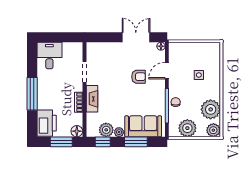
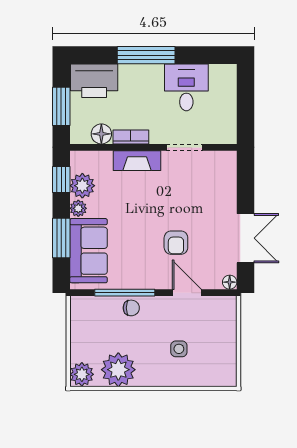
desk: (49, 56) -> (186, 87), moved, turned -90
plant: (187, 128) -> (85, 329), removed
floor lamp: (77, 131) -> (101, 134), moved

